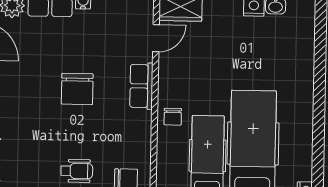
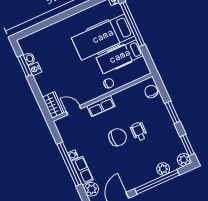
wheelchair: (77, 171) -> (139, 132), moved

